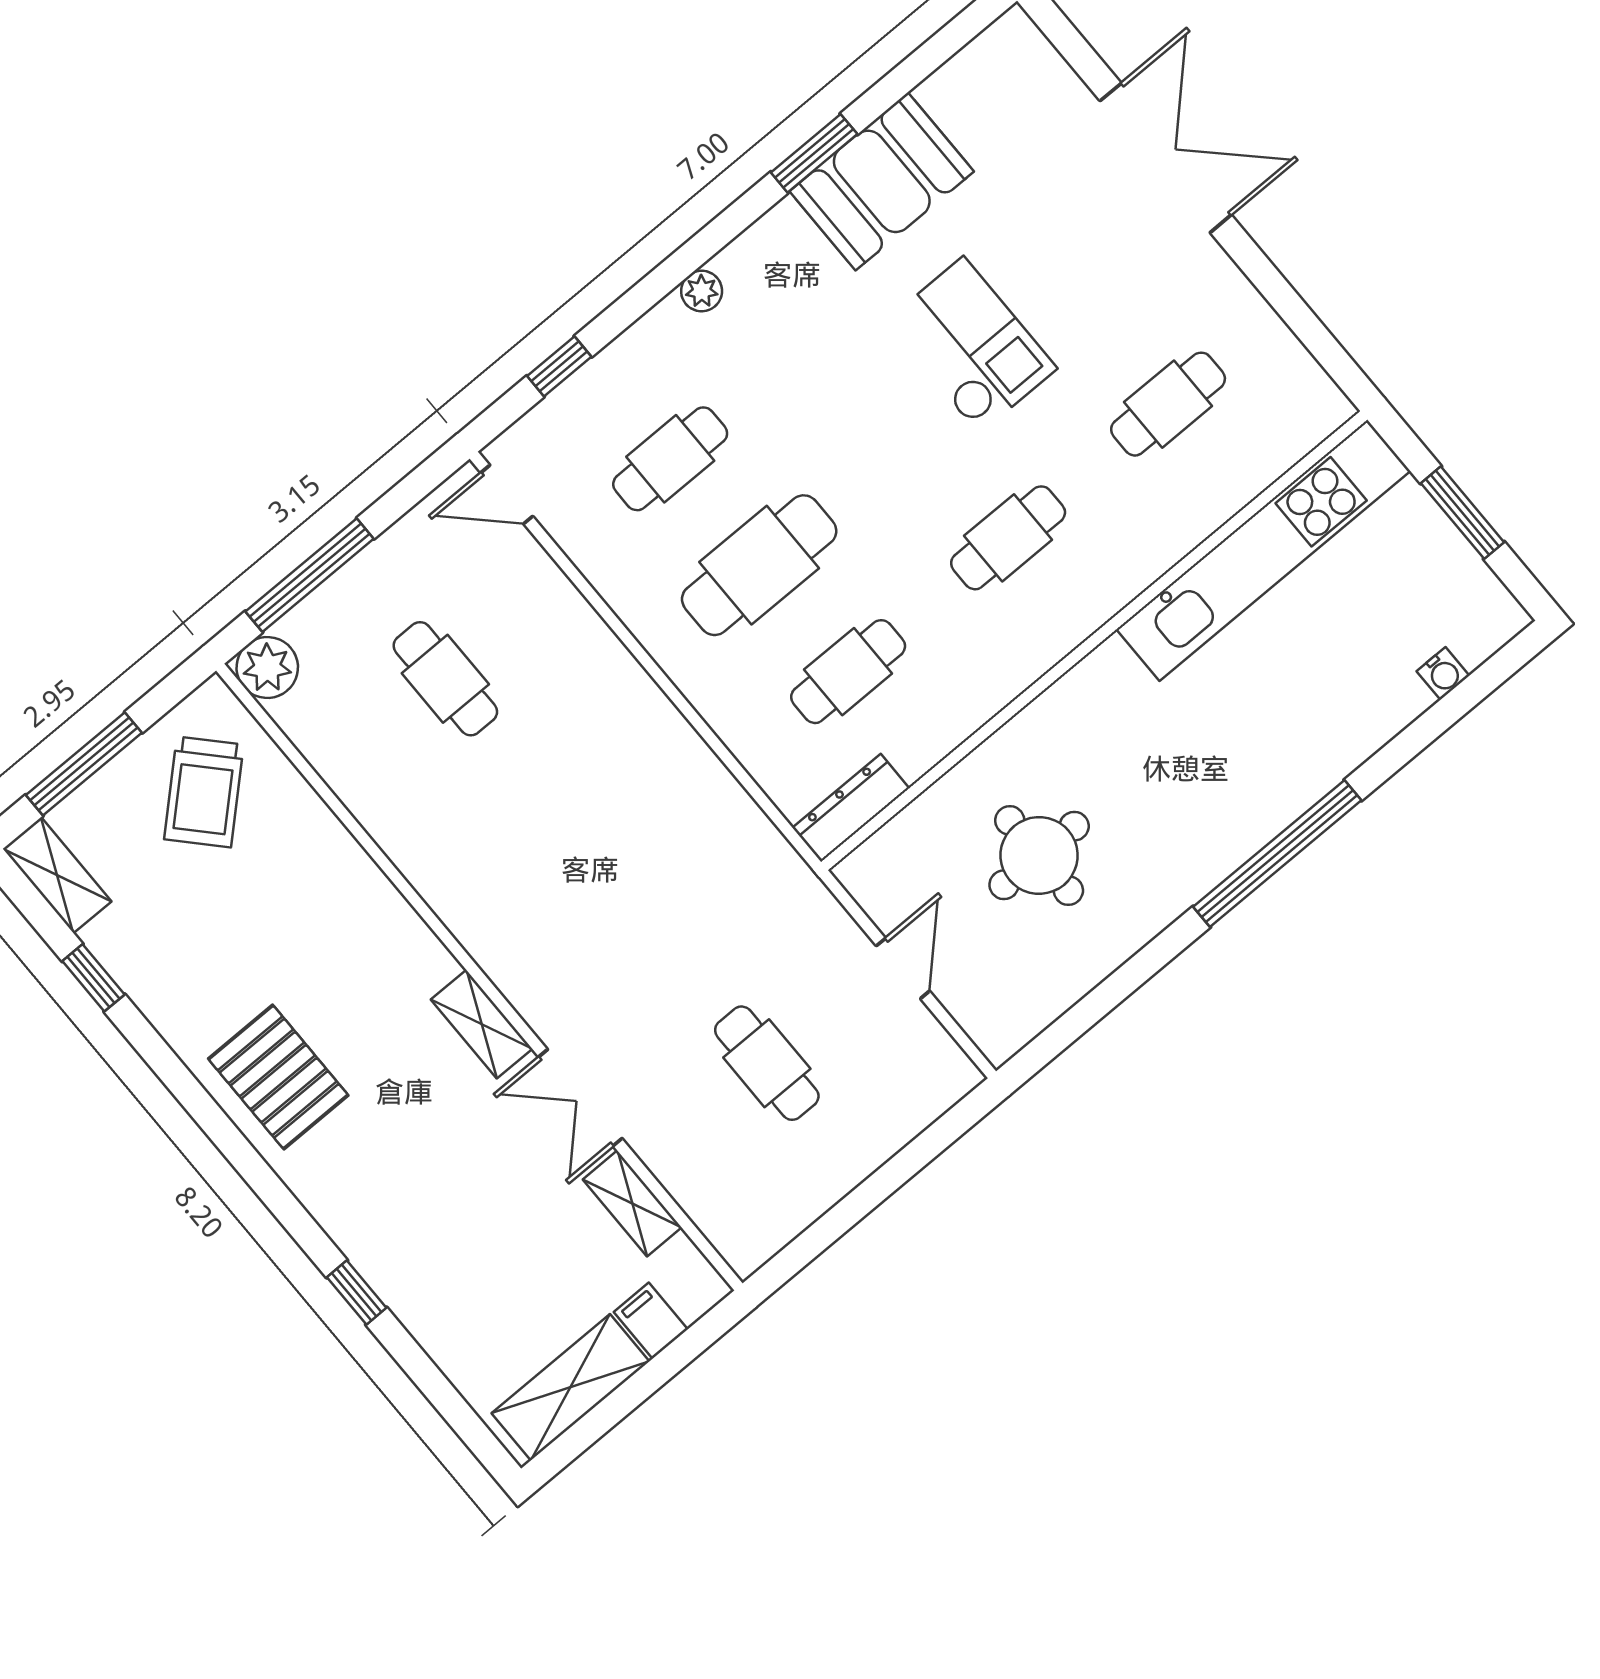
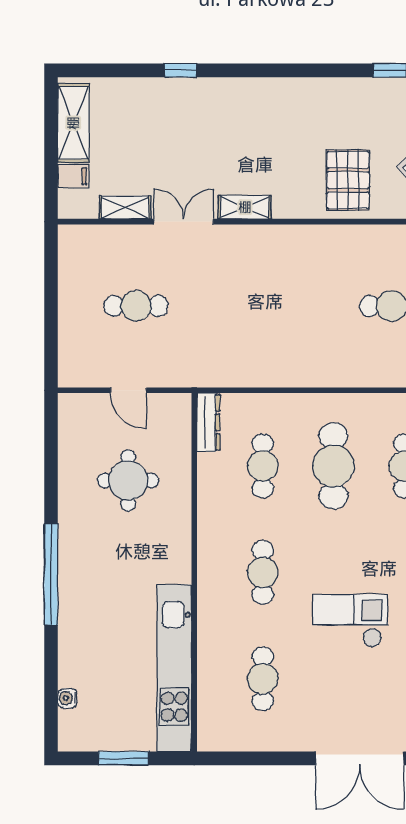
checkout: (971, 345) -> (350, 621), turned 180
pallet: (278, 1077) -> (348, 180), moved, turned 90

